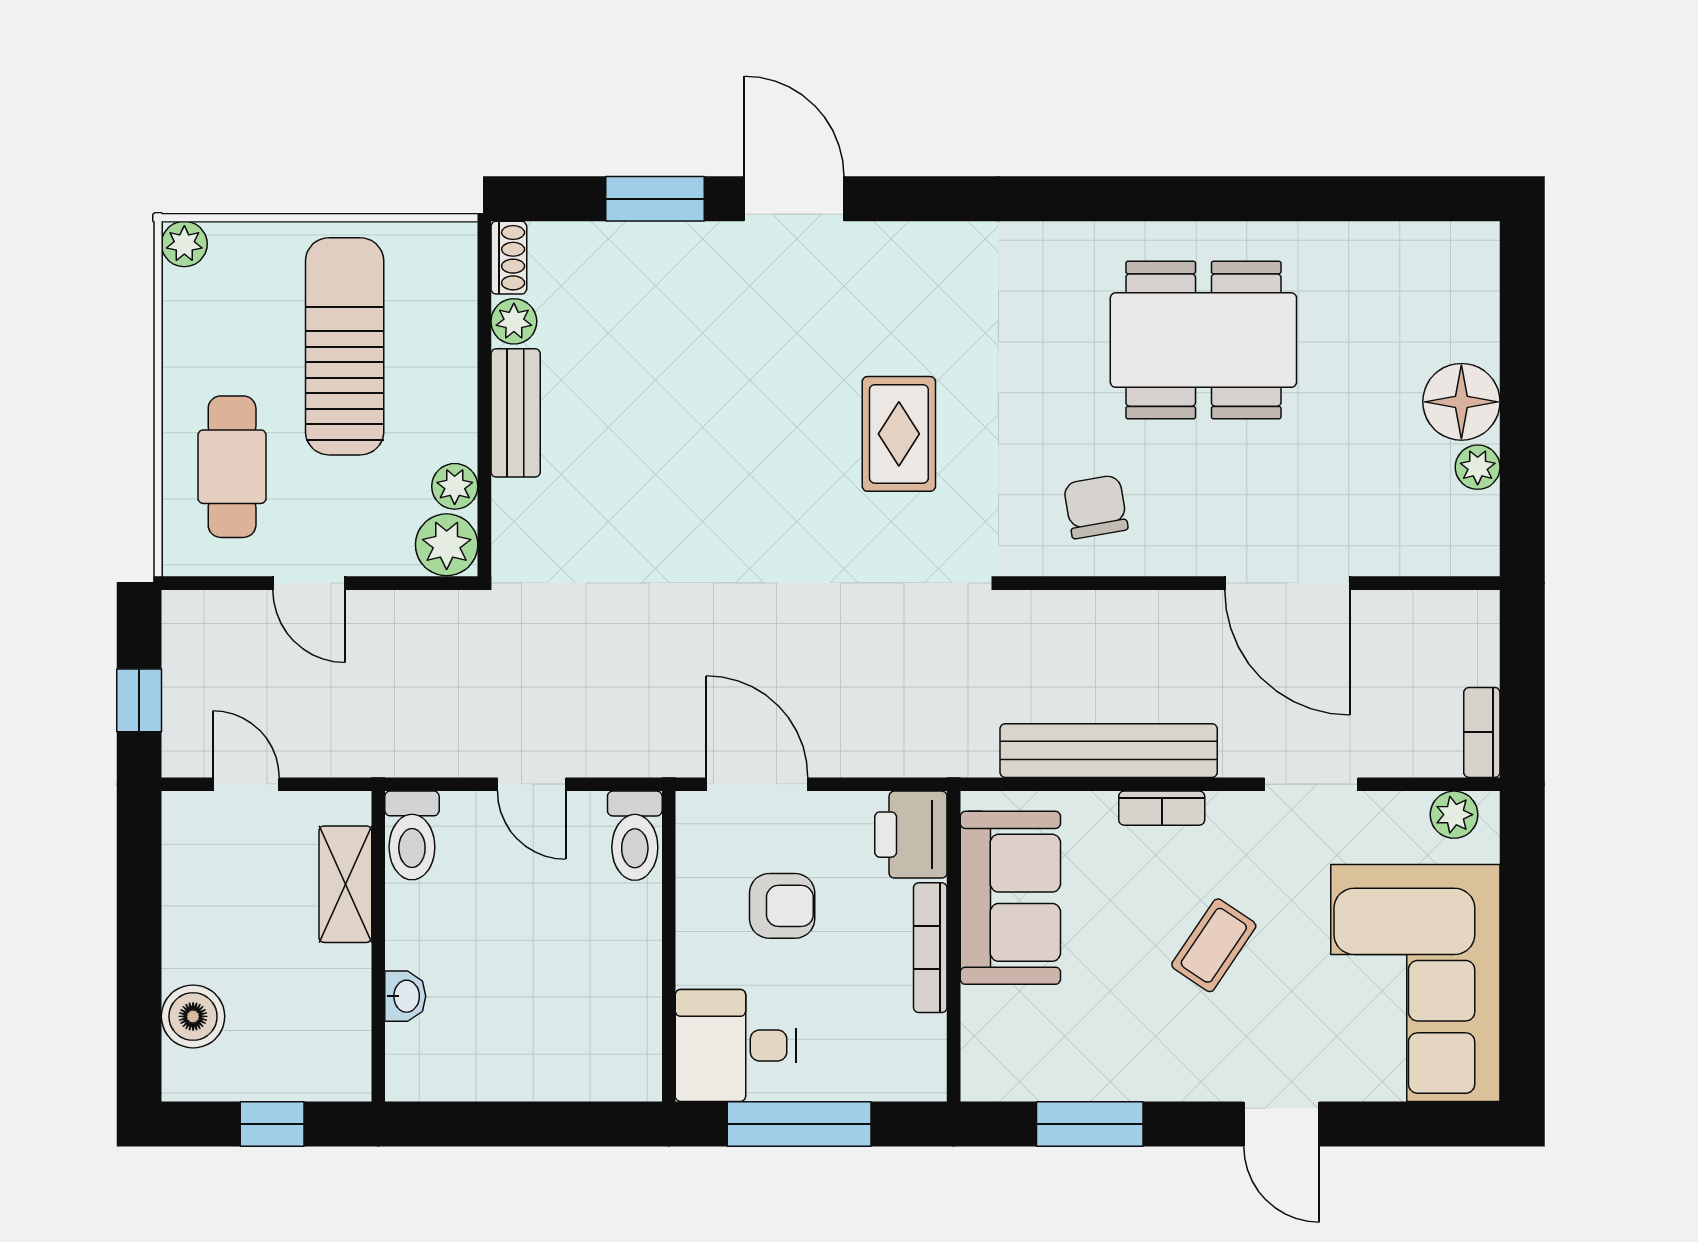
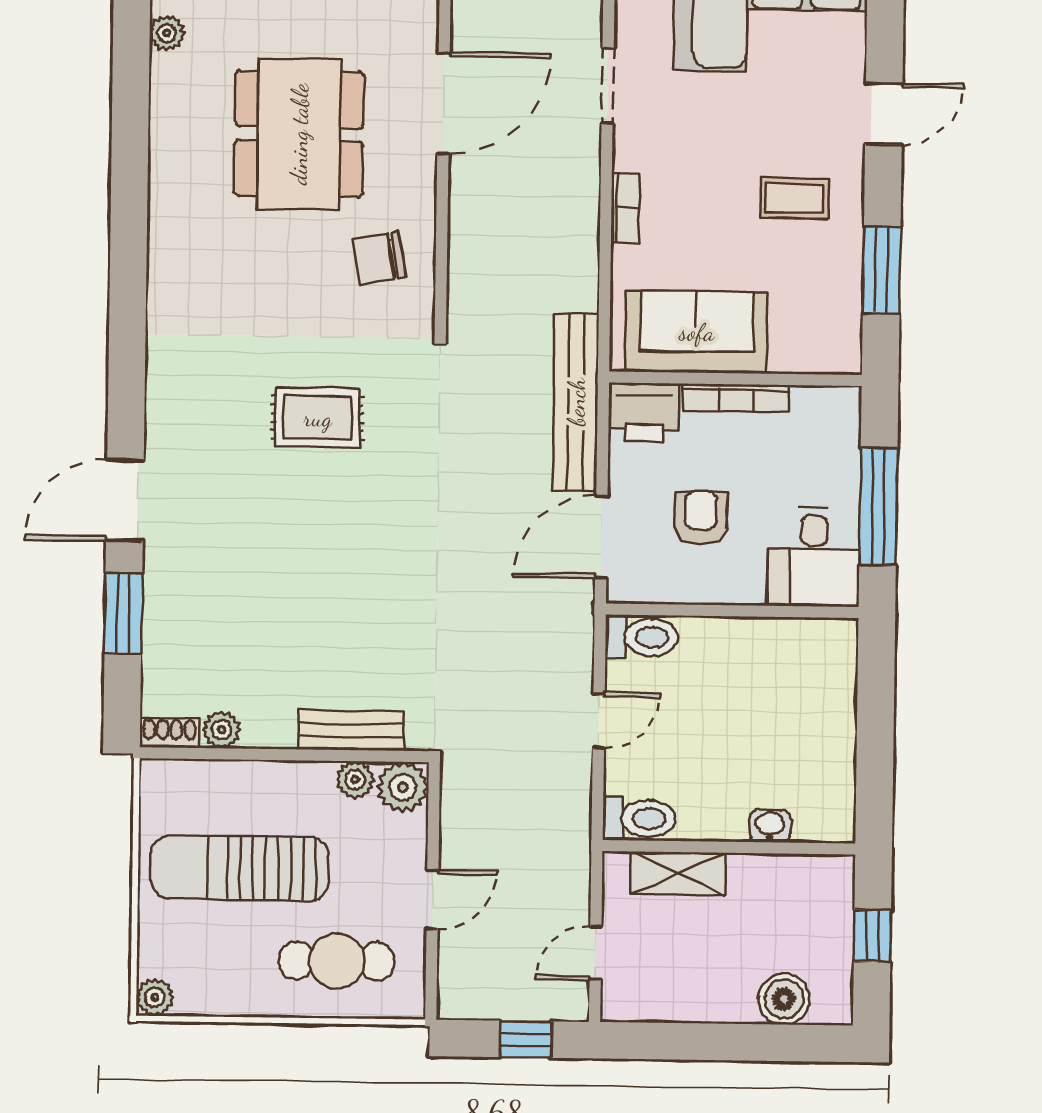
plant: (1368, 242) -> (167, 33), added
dining table: (1203, 340) -> (299, 134), moved
bench: (516, 413) -> (352, 730), moved
bench: (1109, 751) -> (576, 402), moved
coffee table: (1214, 945) -> (794, 198), moved, turned -34

